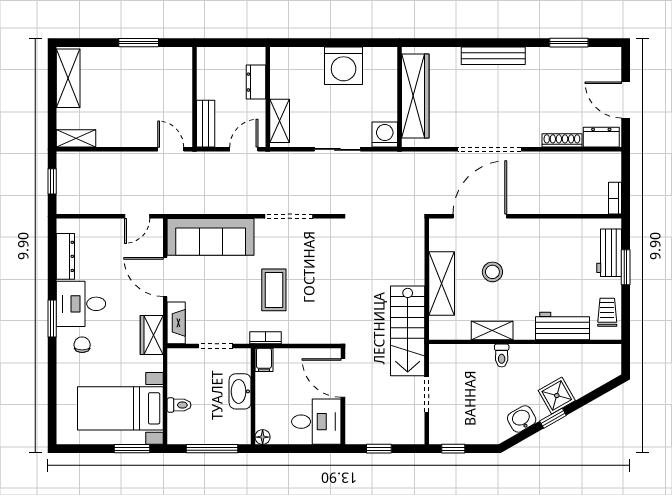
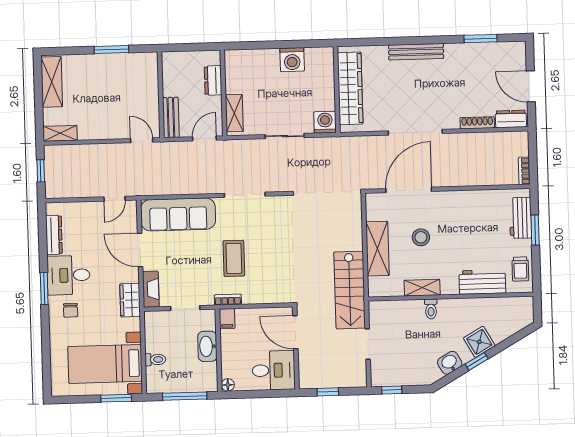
washing machine: (344, 66) -> (292, 60), width x0.73, depth x0.73
trolley: (607, 312) -> (520, 269), turned 180
chair: (82, 345) -> (71, 310), turned 180

